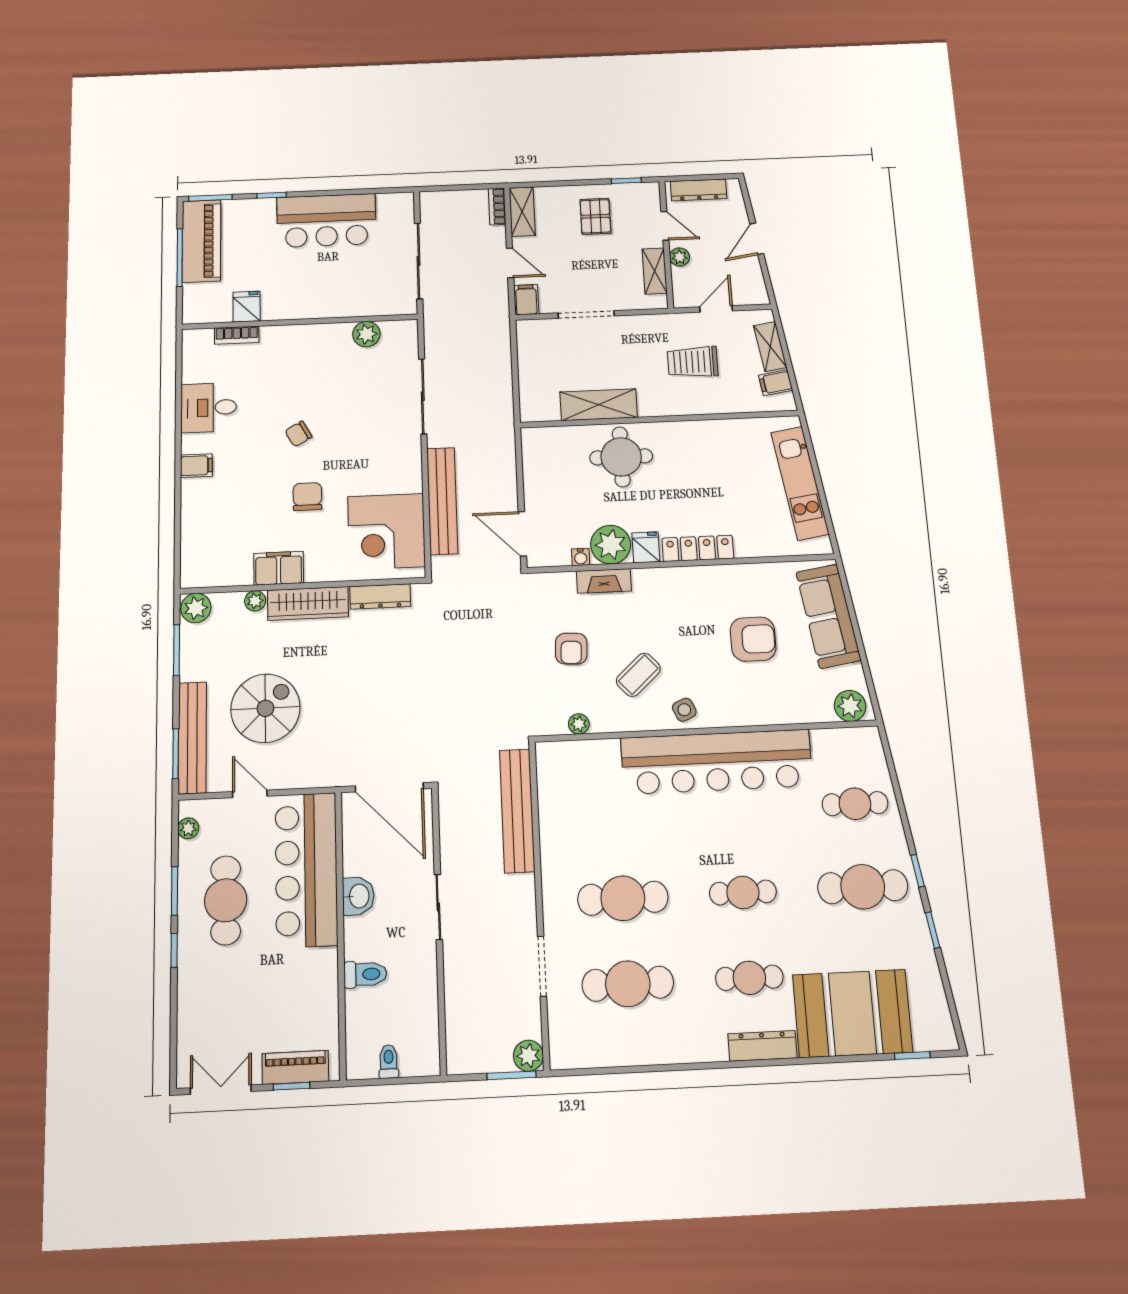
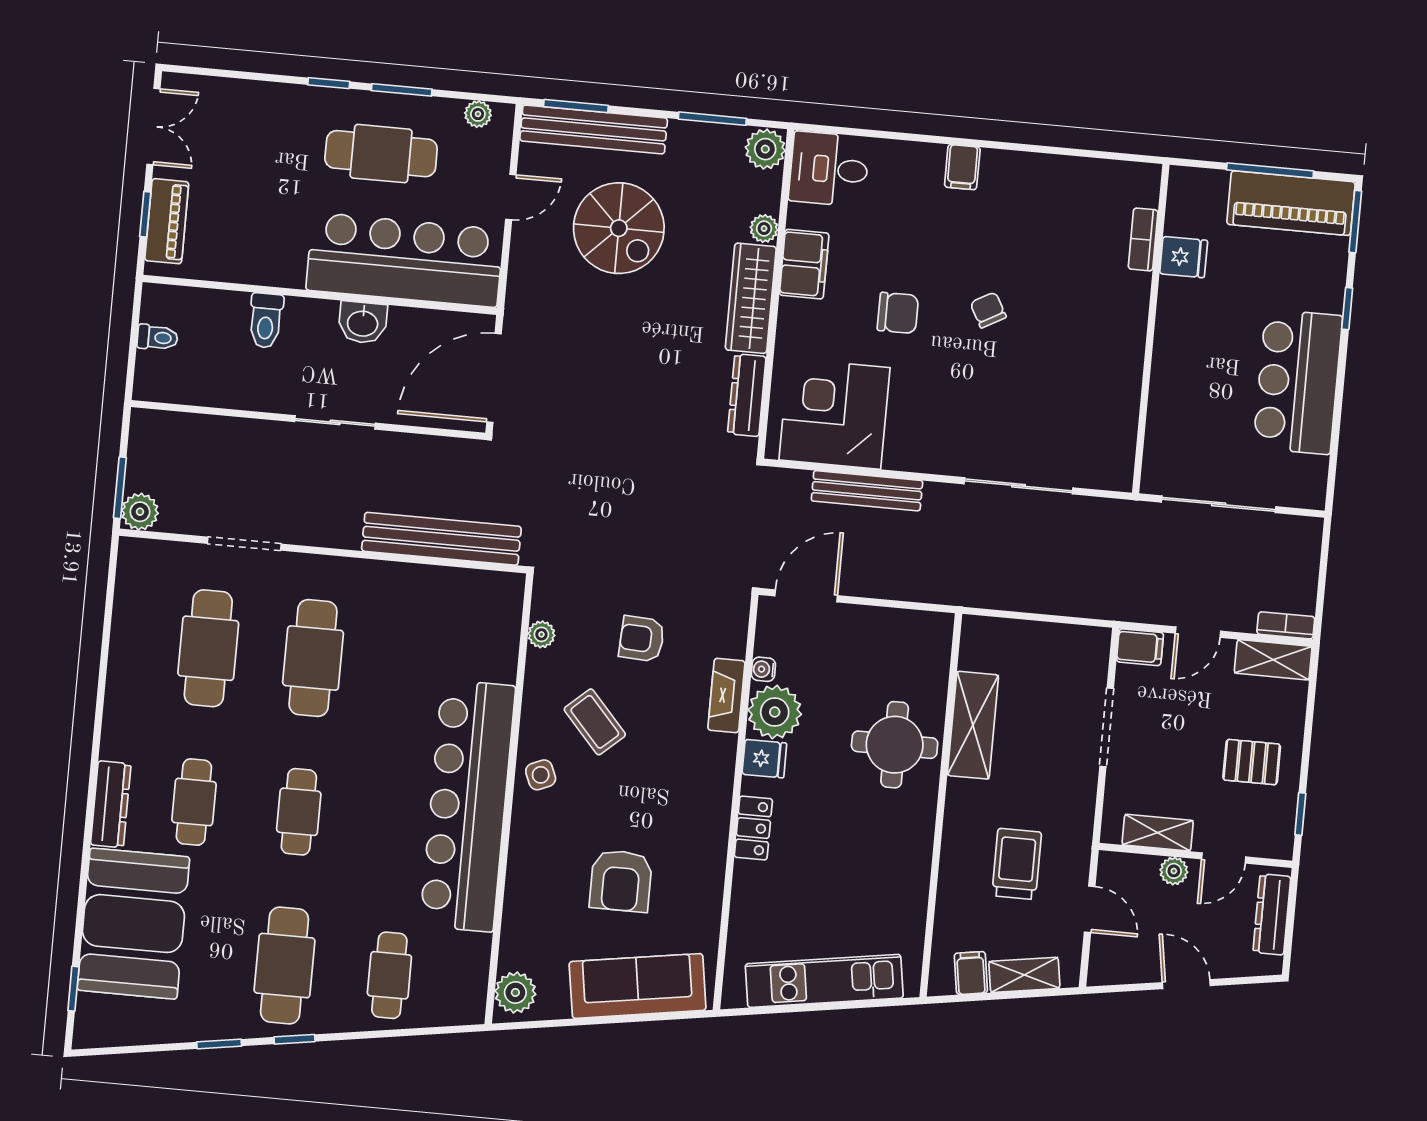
plant: (366, 334) -> (1120, 419), removed
desk: (209, 408) -> (829, 169), moved, turned -90
bench: (442, 501) -> (867, 491), width x0.73, depth x0.82
locker: (698, 548) -> (753, 828), width x0.66

